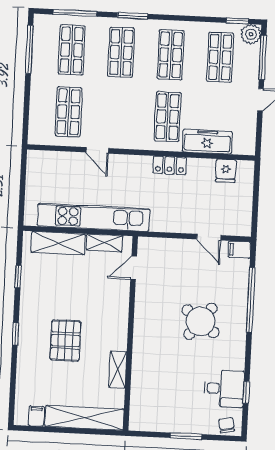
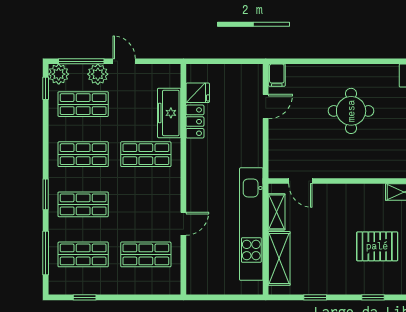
window: (29, 49) -> (85, 297), width x0.46
plant: (249, 73) -> (98, 74), added
locker: (170, 165) -> (195, 122), moved
window: (251, 300) -> (327, 61), removed
round table: (200, 321) -> (351, 111), turned -38

